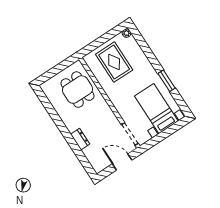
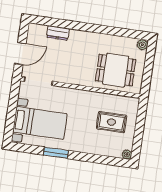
rug: (114, 62) -> (112, 122), width x0.73, depth x0.70
plant: (45, 87) -> (142, 45), added
dresser: (80, 139) -> (58, 33), moved

